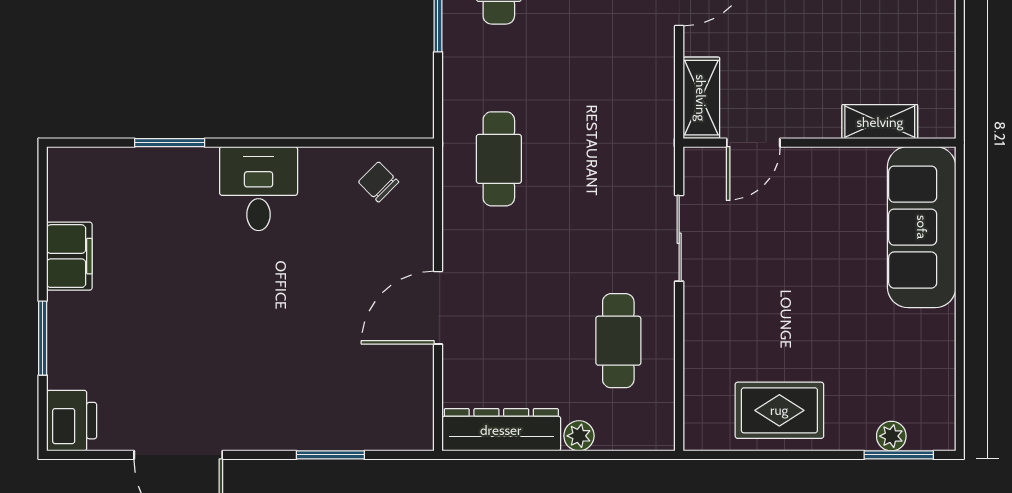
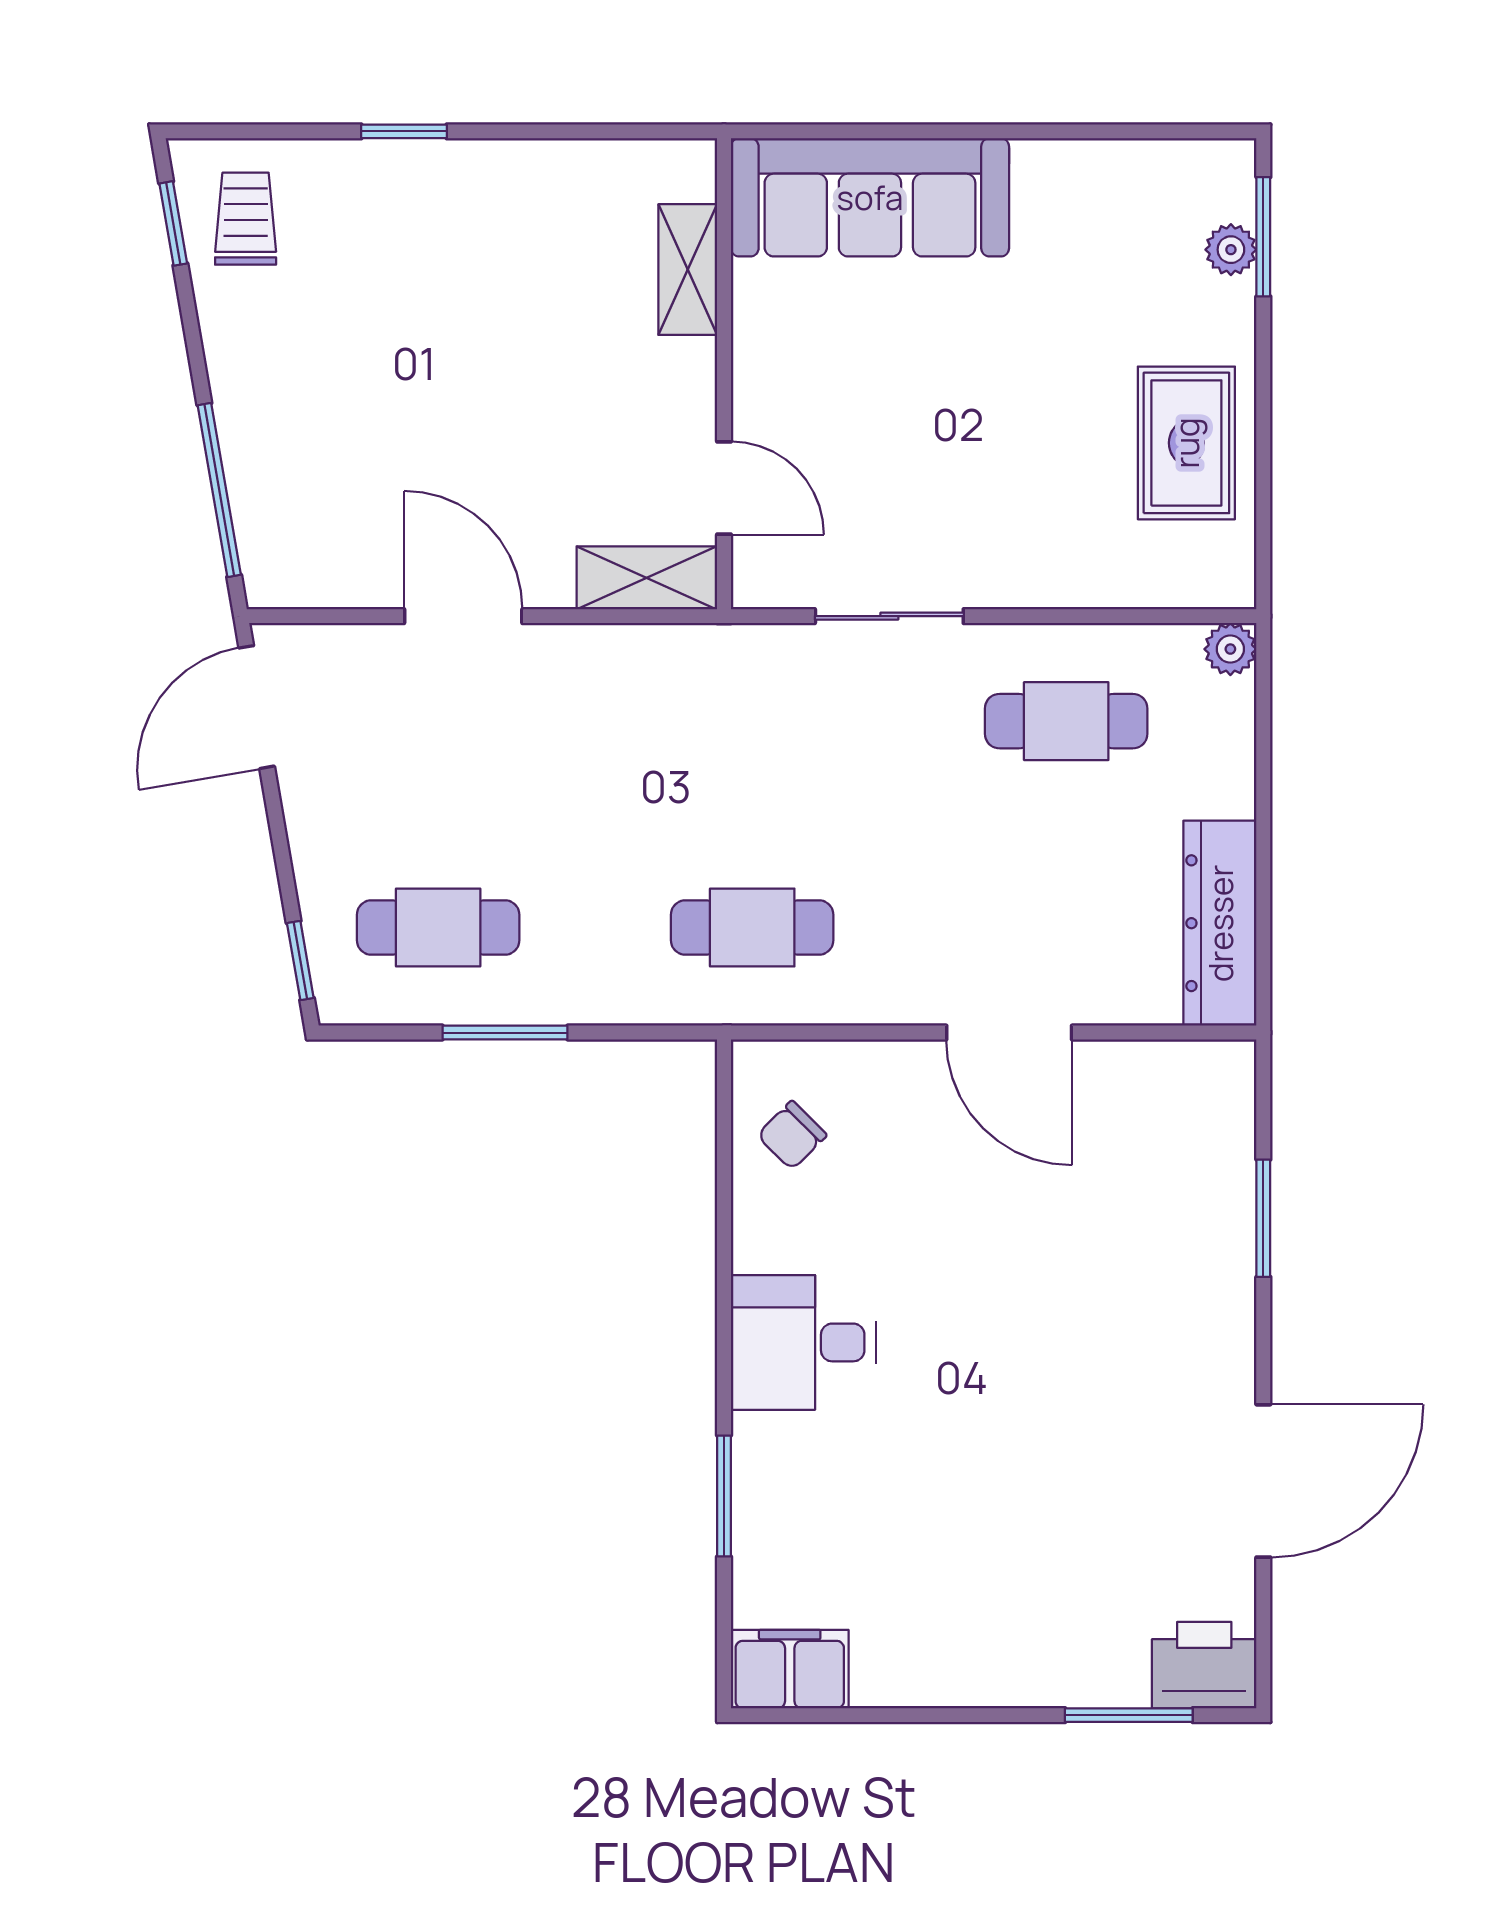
filing cabinet: (69, 256) -> (790, 1669), moved
window: (43, 338) -> (1129, 1715), moved
plant: (579, 436) -> (1230, 649), moved

